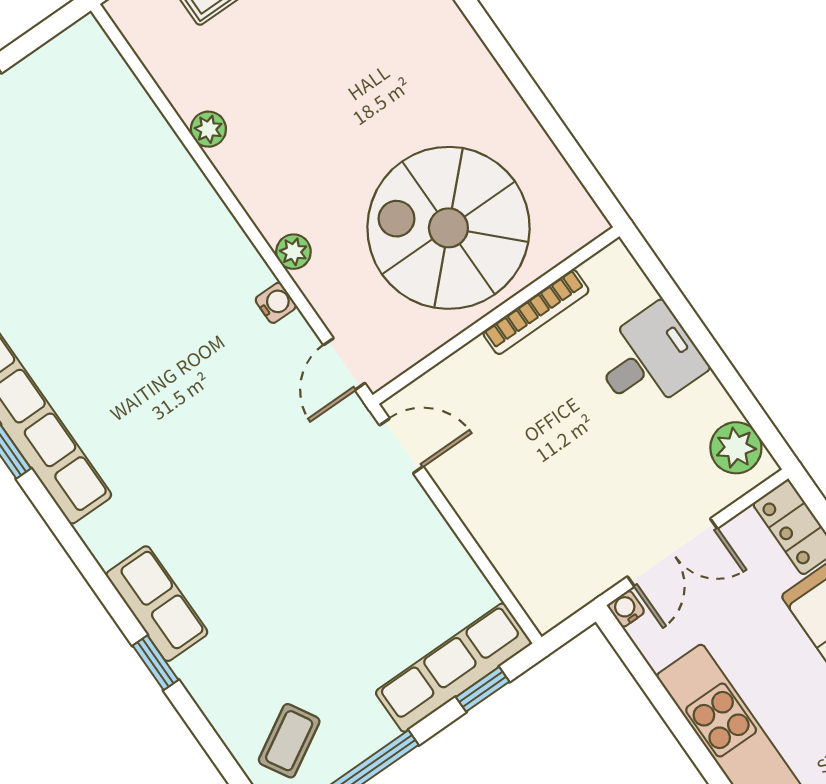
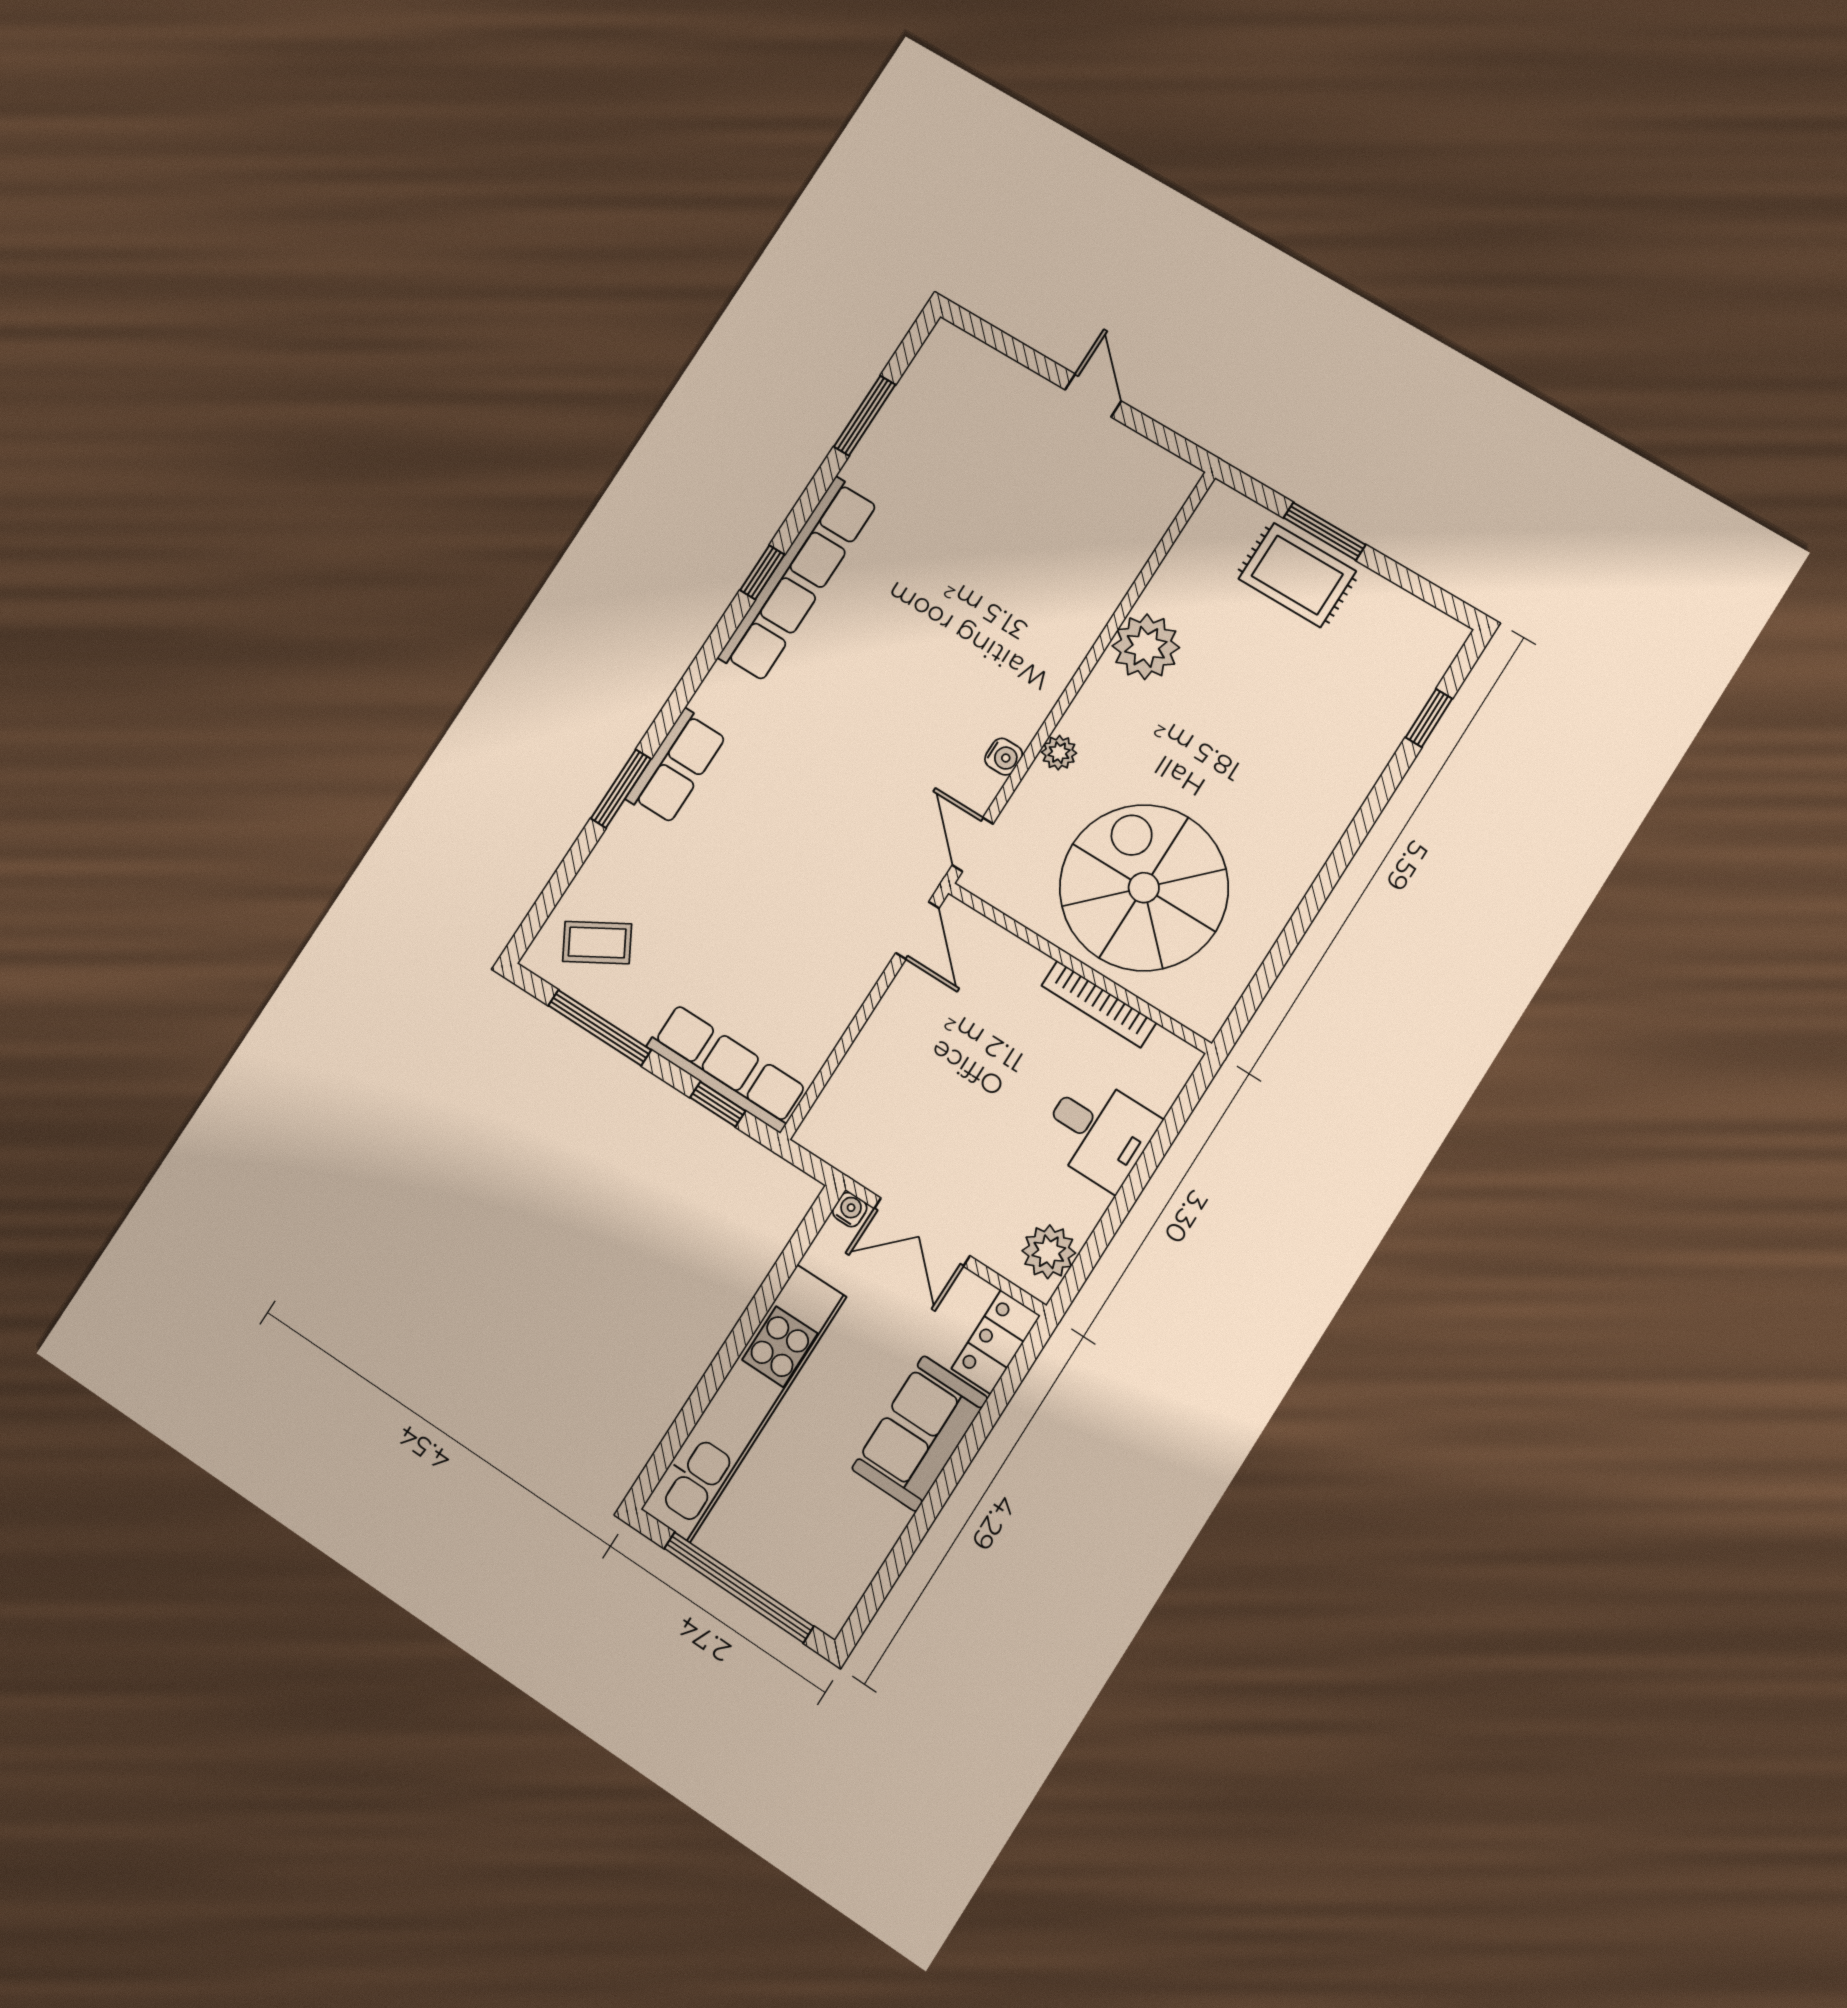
plant: (208, 129) -> (1146, 647), width x1.88, depth x1.88
door: (344, 364) -> (973, 845), hinge flipped
window: (156, 663) -> (621, 789), width x1.50

